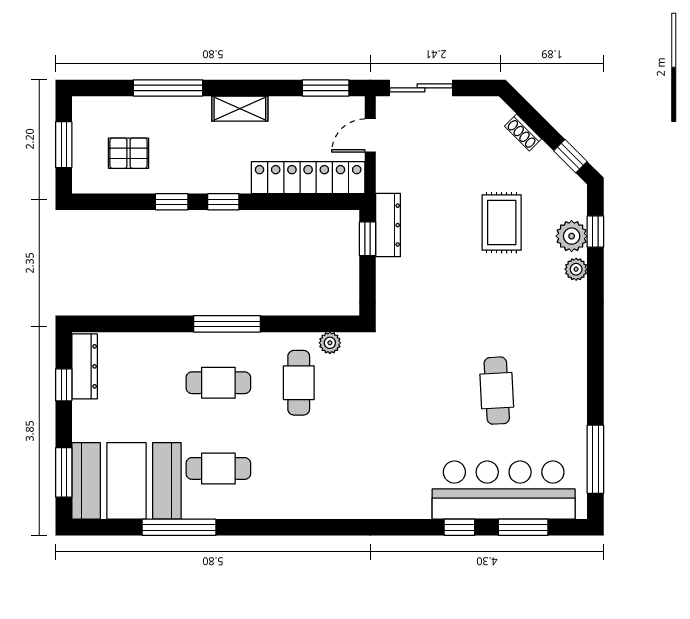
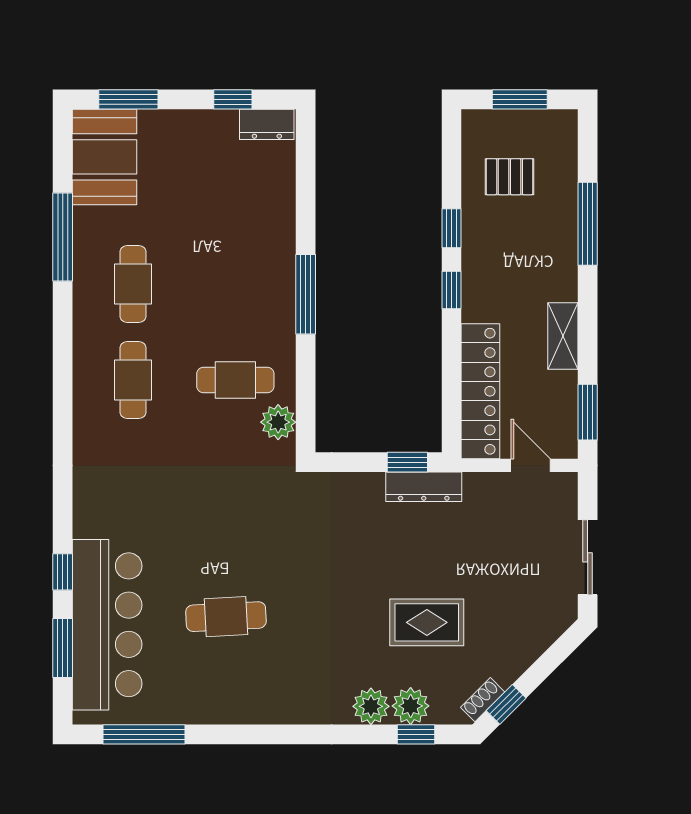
sliding door: (421, 88) -> (588, 557), moved
shelving: (240, 109) -> (563, 336), moved
shoe rack: (523, 132) -> (483, 700), moved
pallet: (129, 153) -> (510, 177), turned 90
plant: (576, 269) -> (371, 706), width x1.38, depth x1.38
plant: (330, 343) -> (278, 422), width x1.38, depth x1.38
dresser: (85, 366) -> (267, 124), width x0.70
cafe table: (218, 383) -> (133, 380), moved
booth: (126, 481) -> (105, 157), width x0.73, depth x0.70

